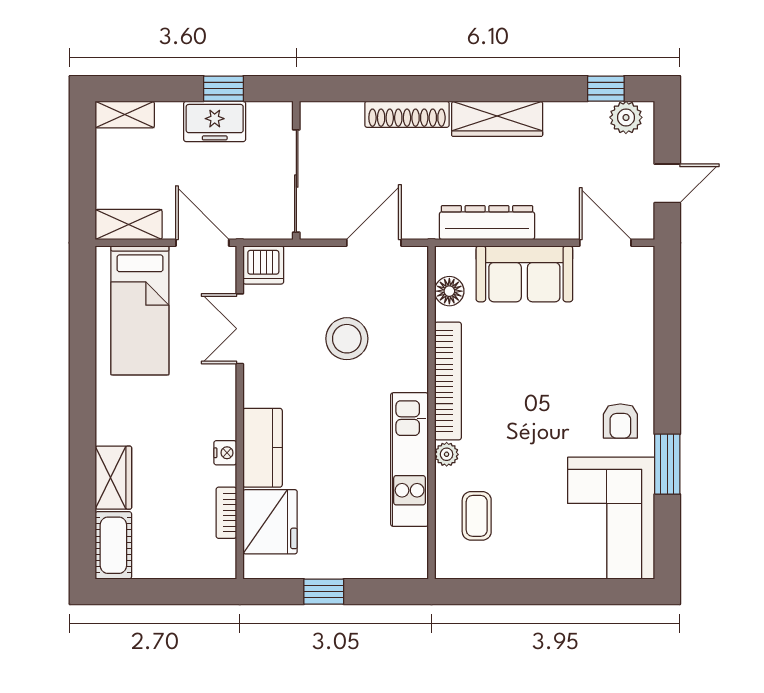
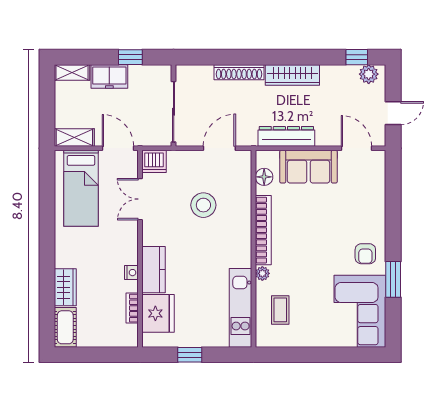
freezer: (215, 121) -> (109, 76), moved
kitchen unit: (410, 460) -> (241, 308), moved

